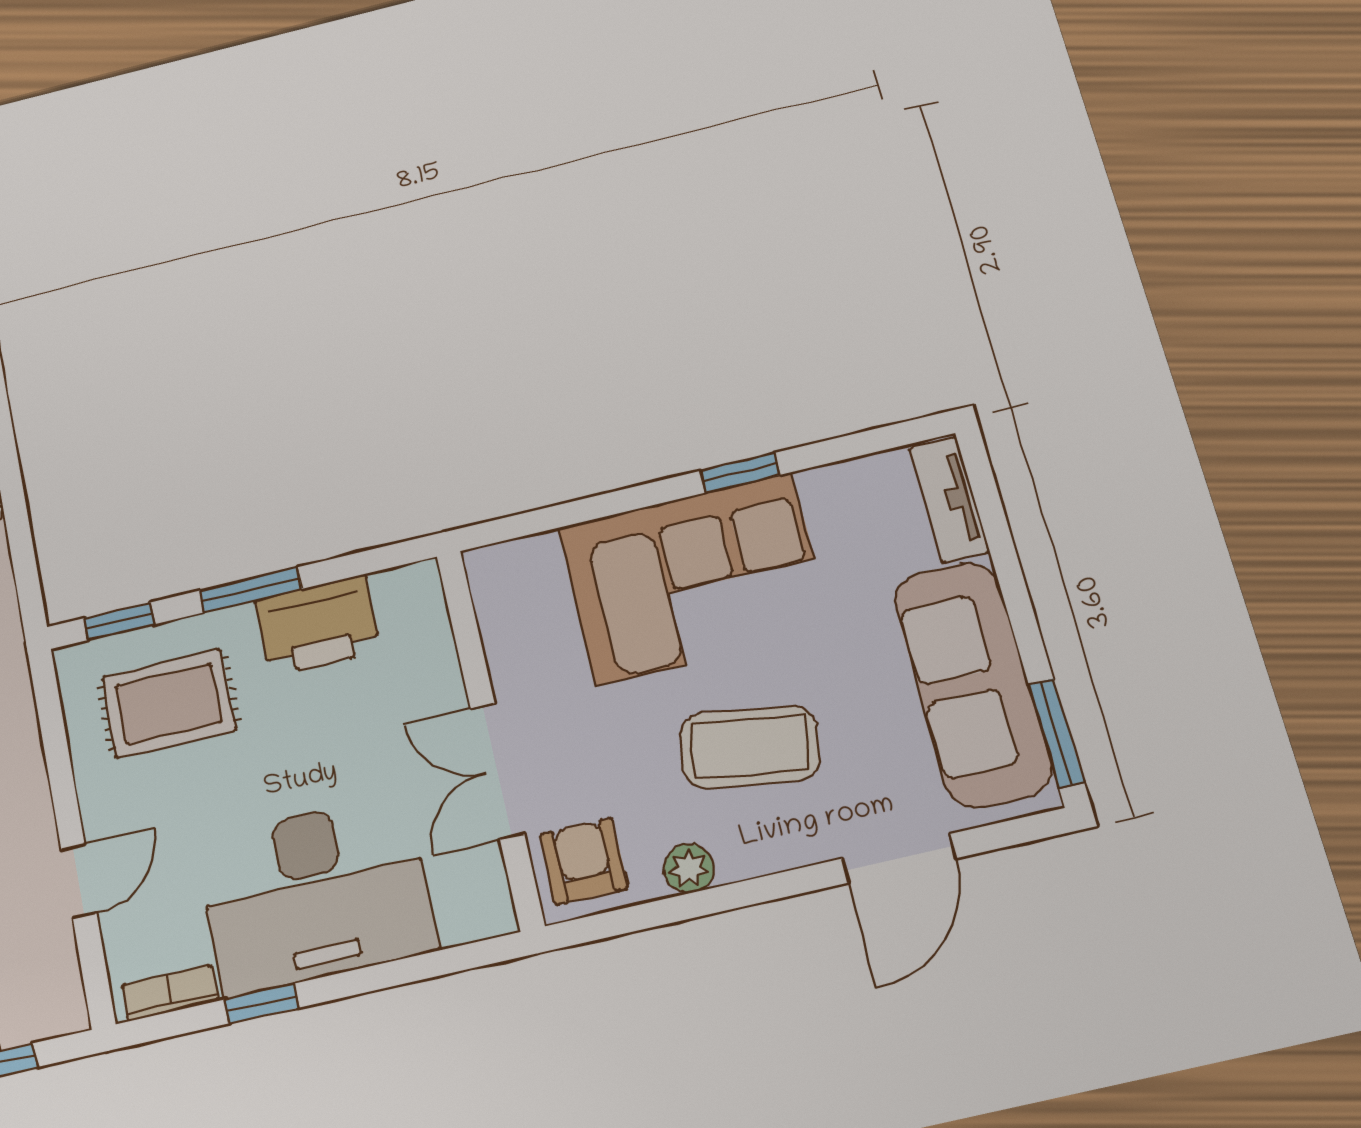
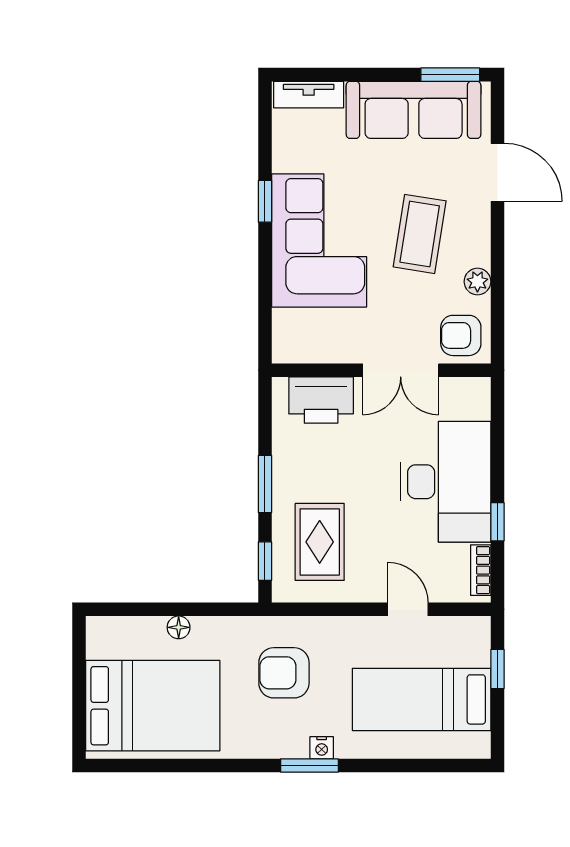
printer: (318, 625) -> (321, 400), moved, turned 90

